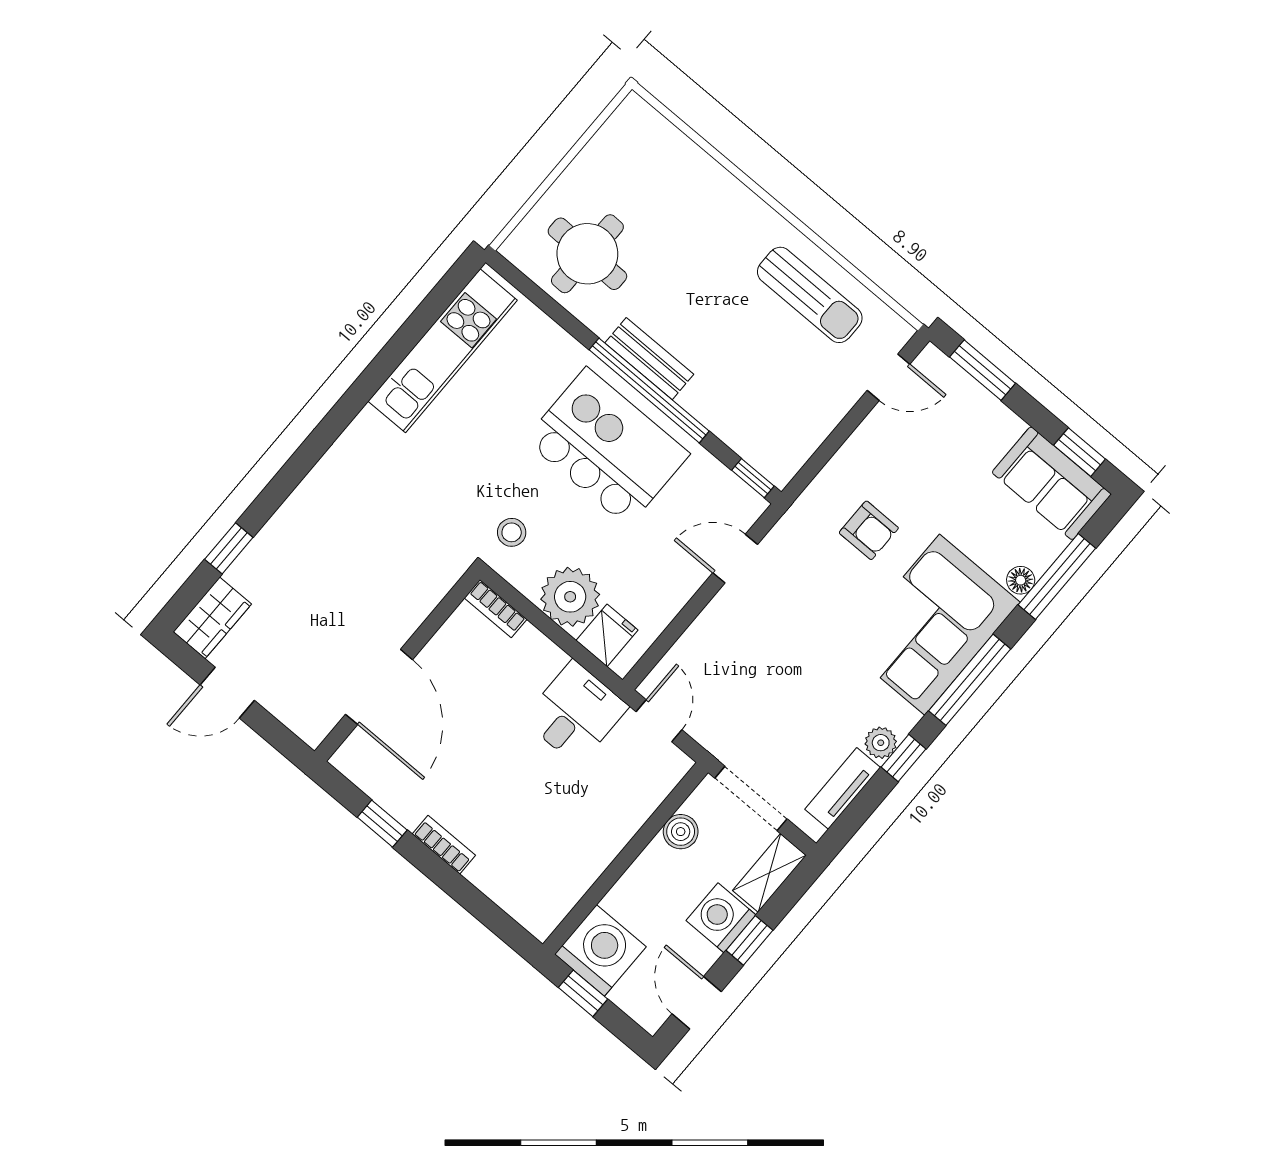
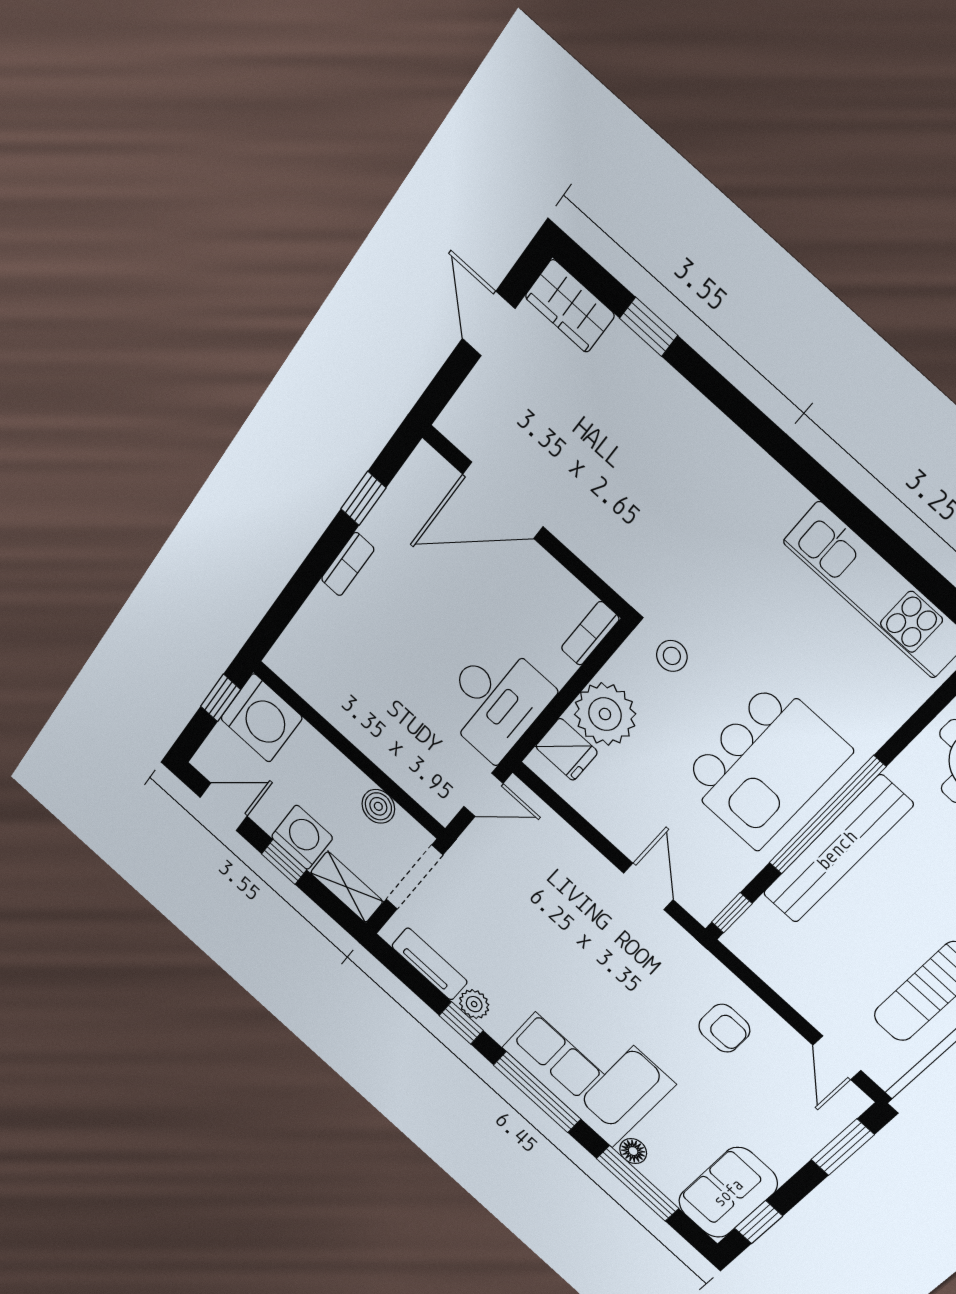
bench: (649, 359) -> (837, 850), width x1.86, depth x1.21
armchair: (869, 530) -> (724, 1028), moved, turned -90
desk: (575, 713) -> (495, 700), width x1.37

